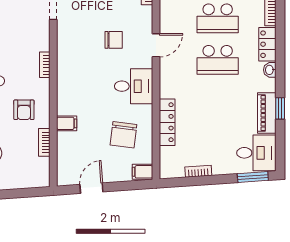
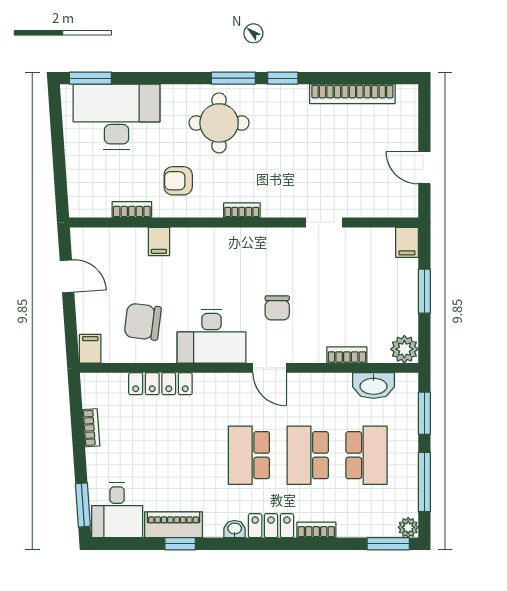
desk: (134, 86) -> (212, 336), width x1.37

